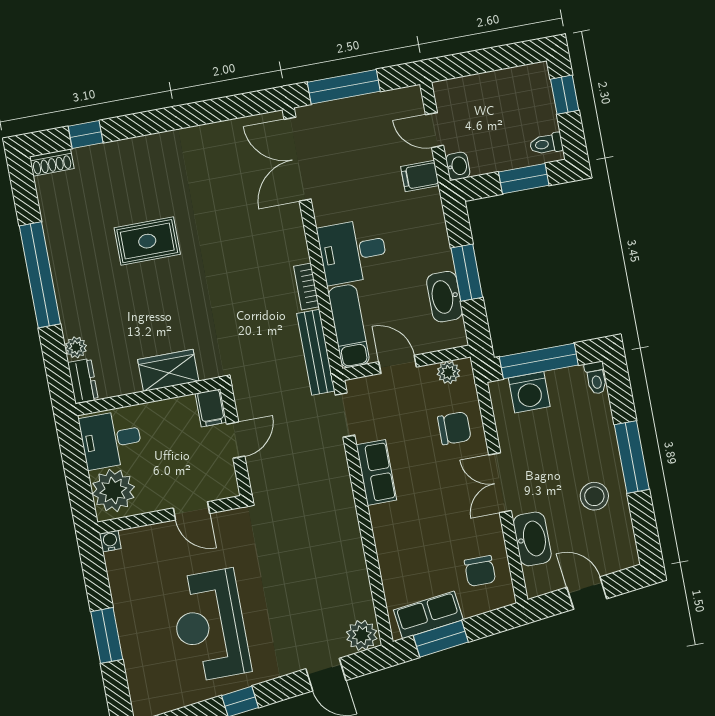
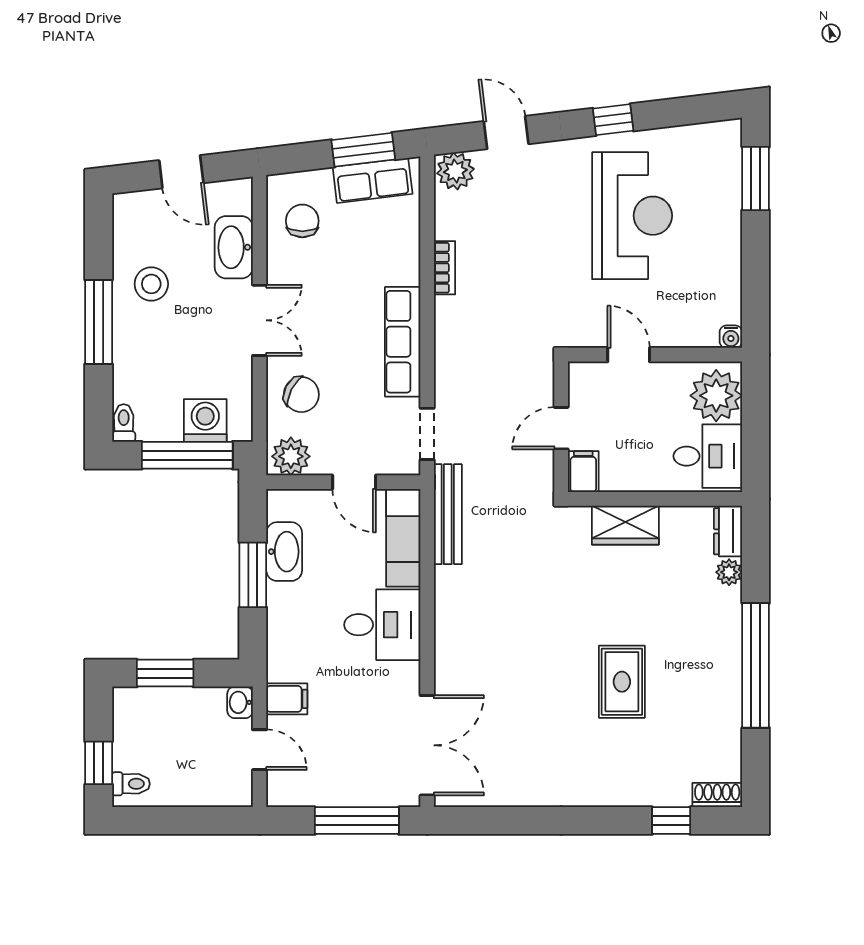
toilet: (546, 144) -> (131, 784), moved
rug: (147, 241) -> (622, 682), turned 90
bookcase: (306, 287) -> (444, 268), moved
plant: (448, 372) -> (291, 456), width x1.38, depth x1.38
chair: (454, 428) -> (301, 395), turned -153
row of seats: (376, 472) -> (403, 342), width x1.48
window: (107, 635) -> (756, 178), moved

